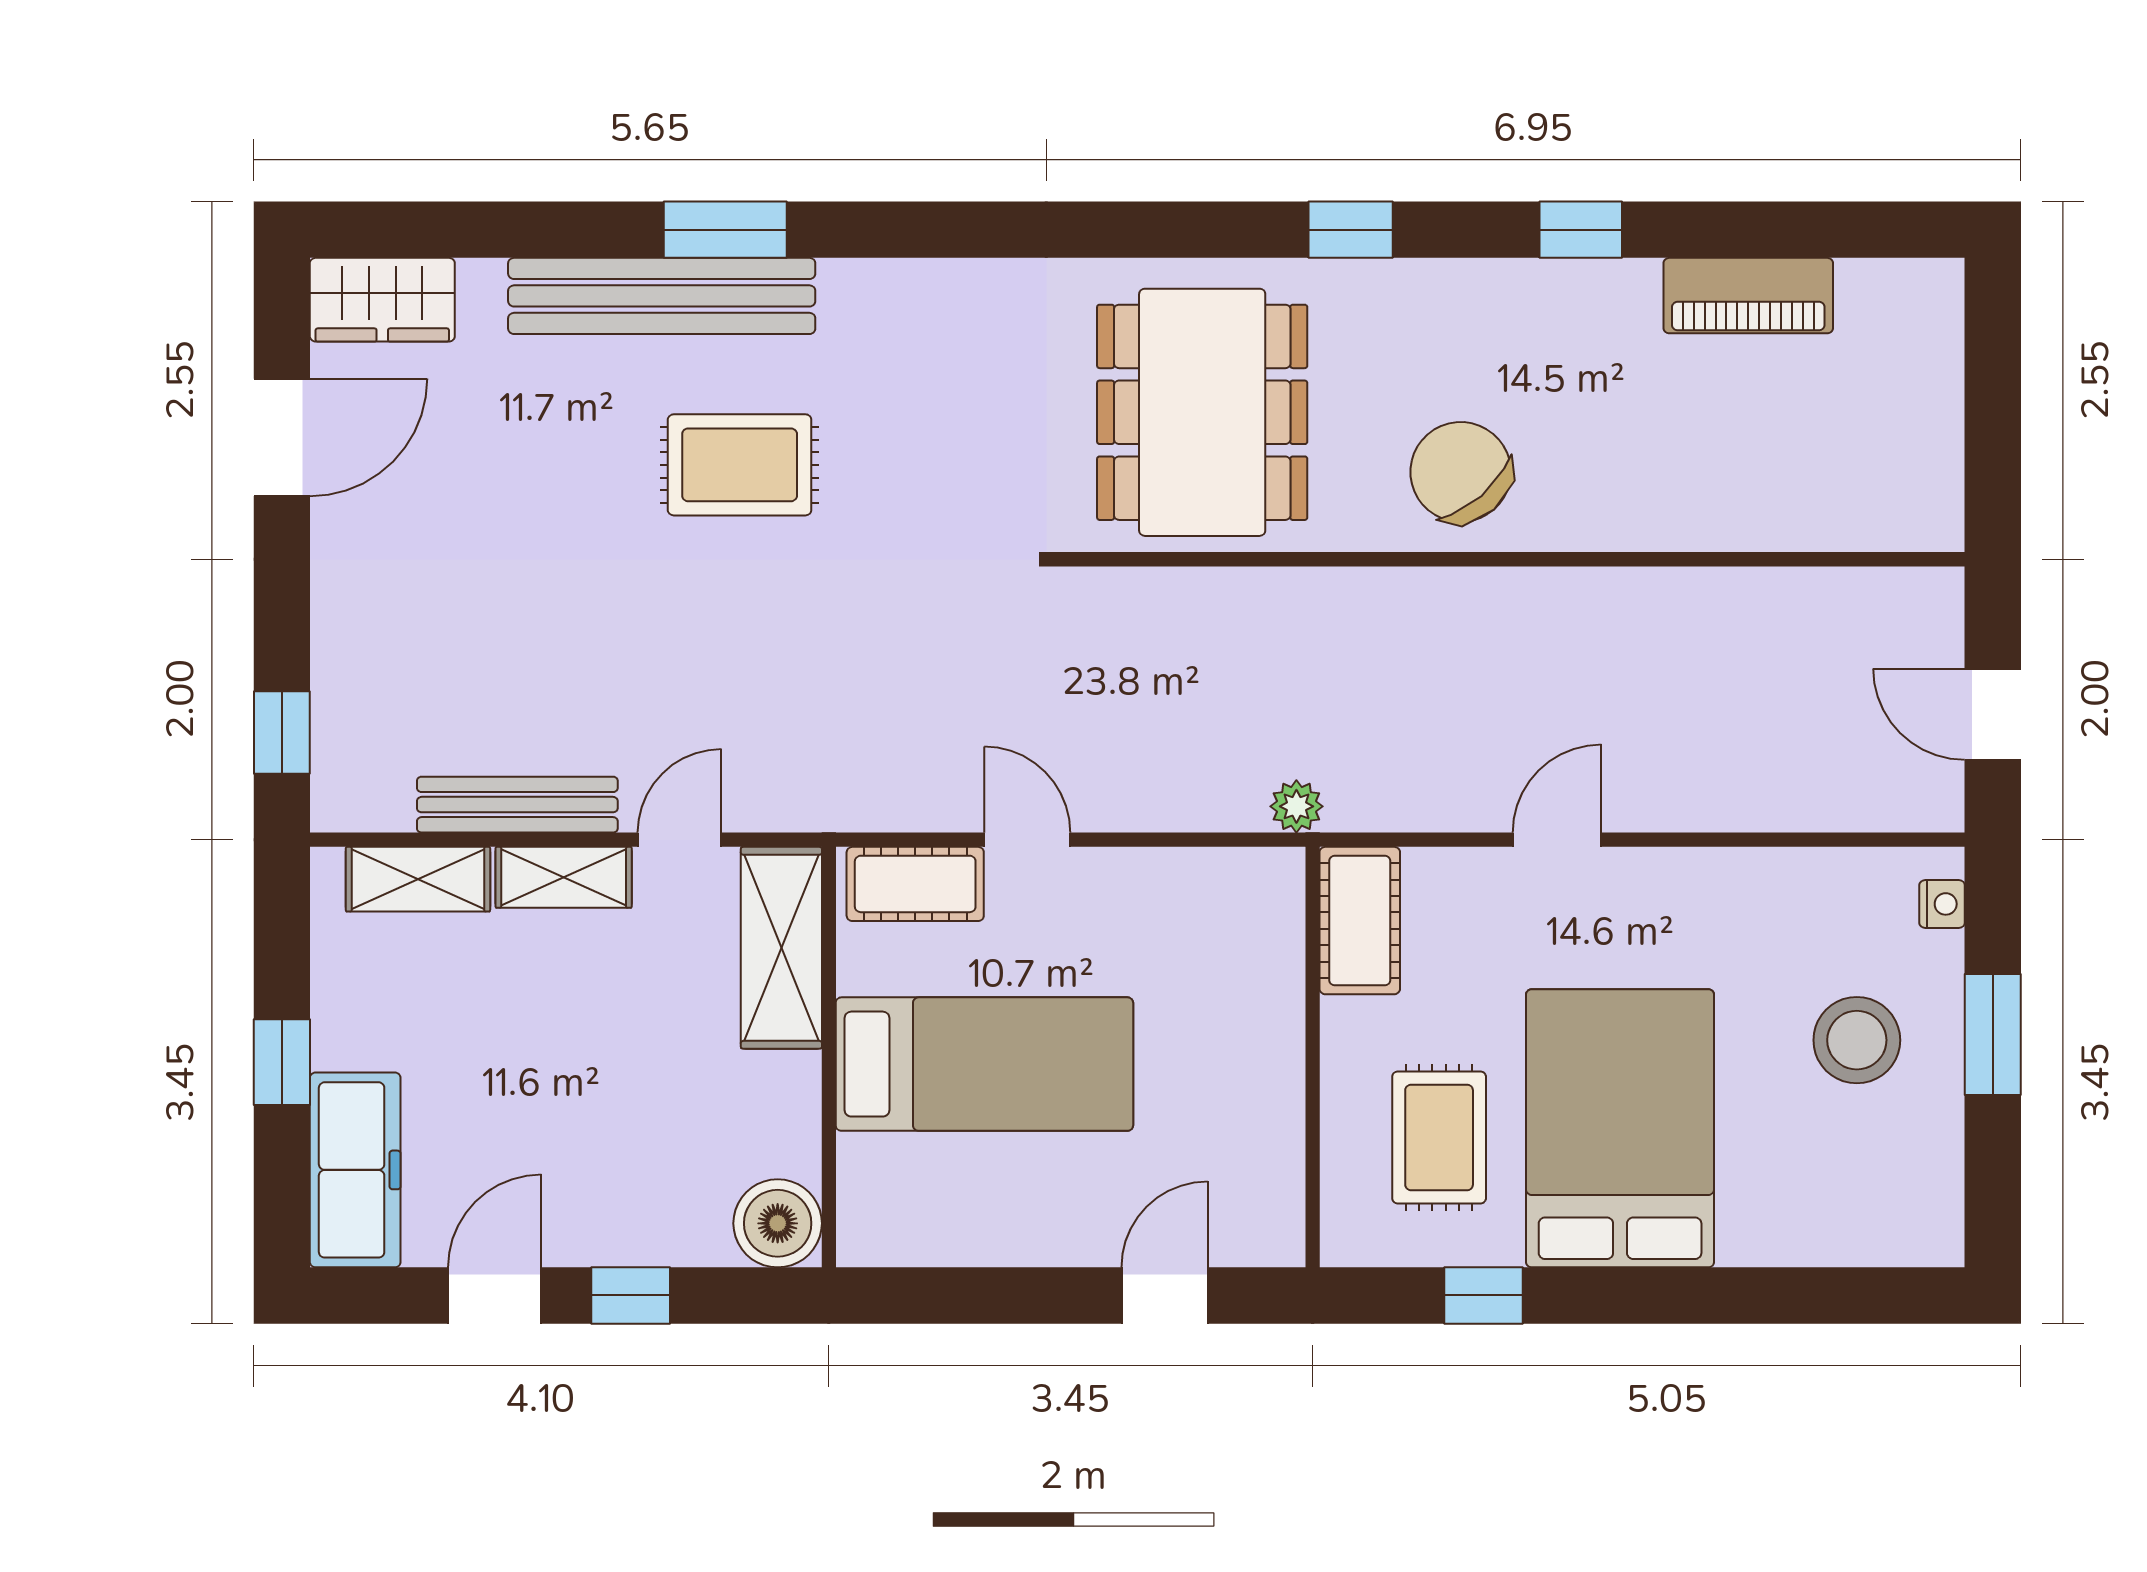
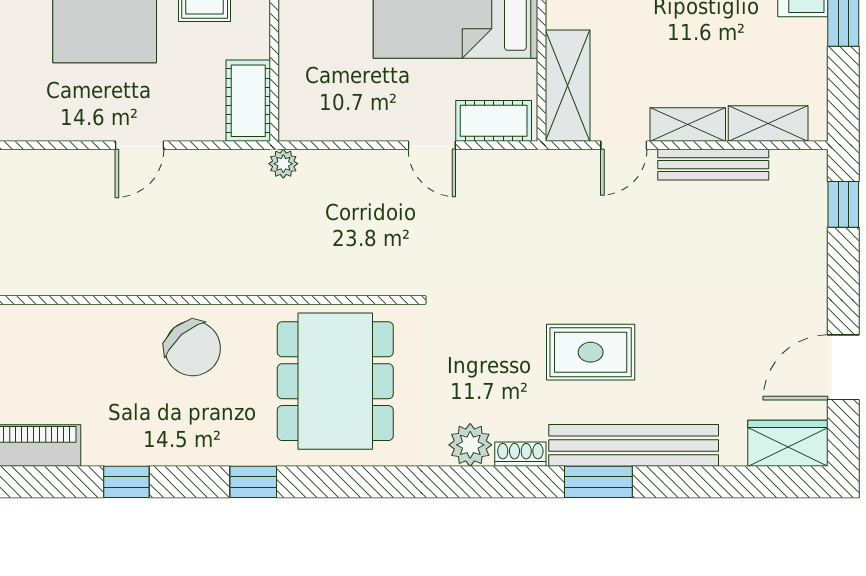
shoe rack: (867, 280) -> (520, 454), added
plant: (958, 297) -> (470, 445), added

